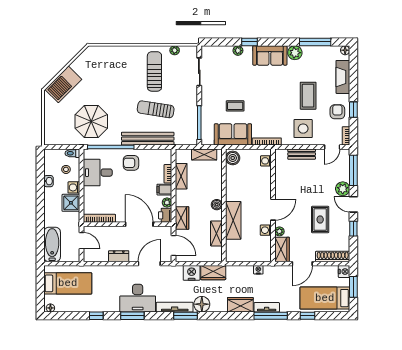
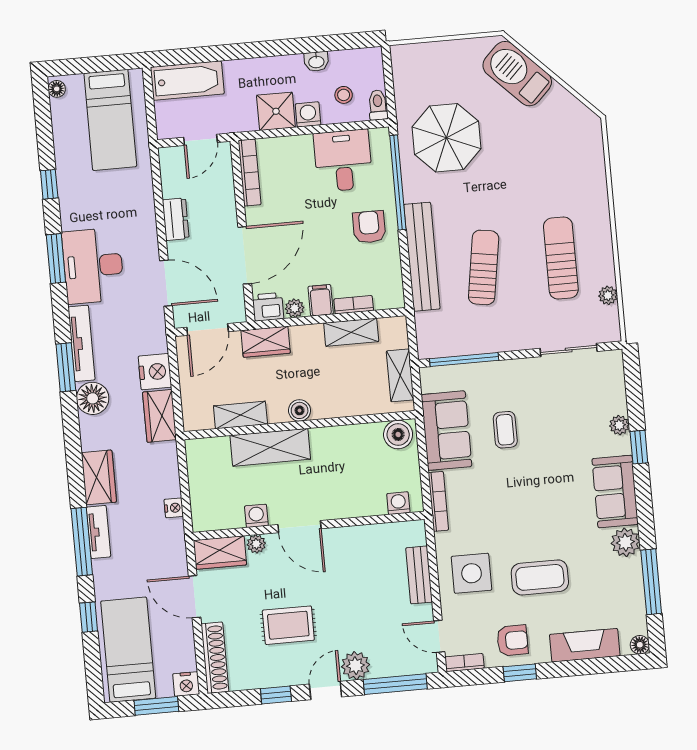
sun lounger: (154, 71) -> (561, 258), turned -90

